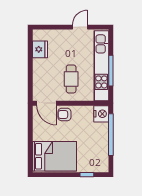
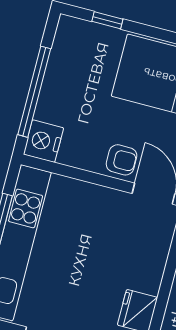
cafe table: (71, 79) -> (88, 231), removed

